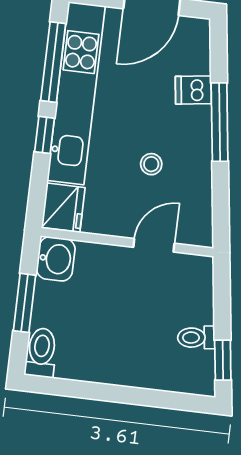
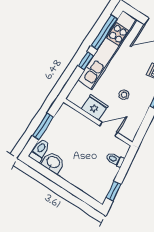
fridge: (63, 208) -> (95, 107), moved, turned -90
washbasin: (56, 259) -> (53, 163), moved, turned -90
toilet: (196, 338) -> (115, 160), moved

